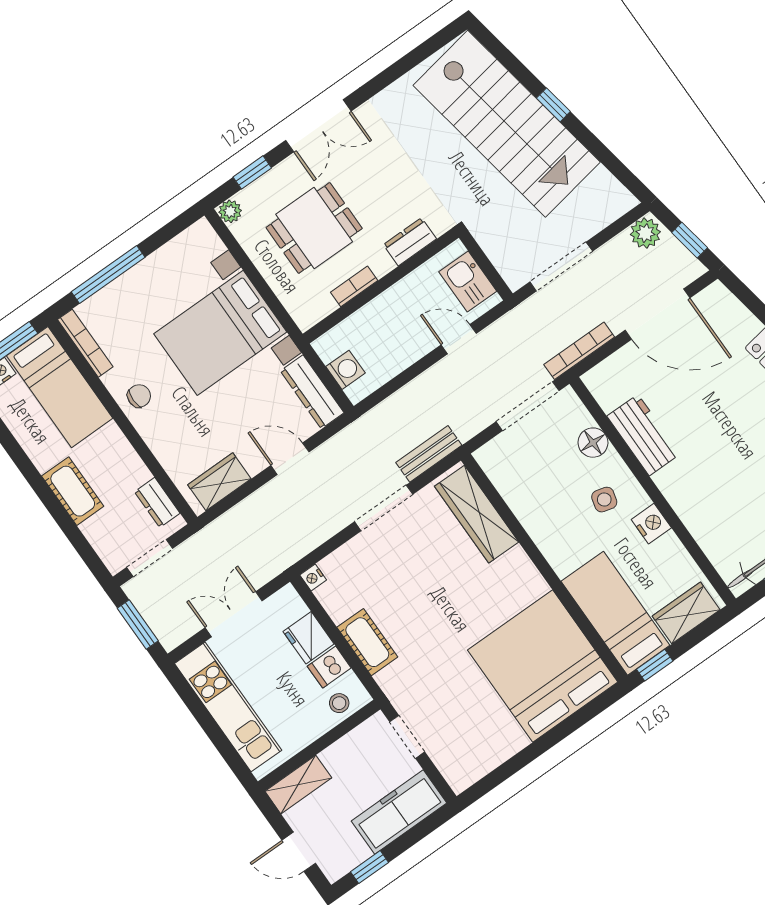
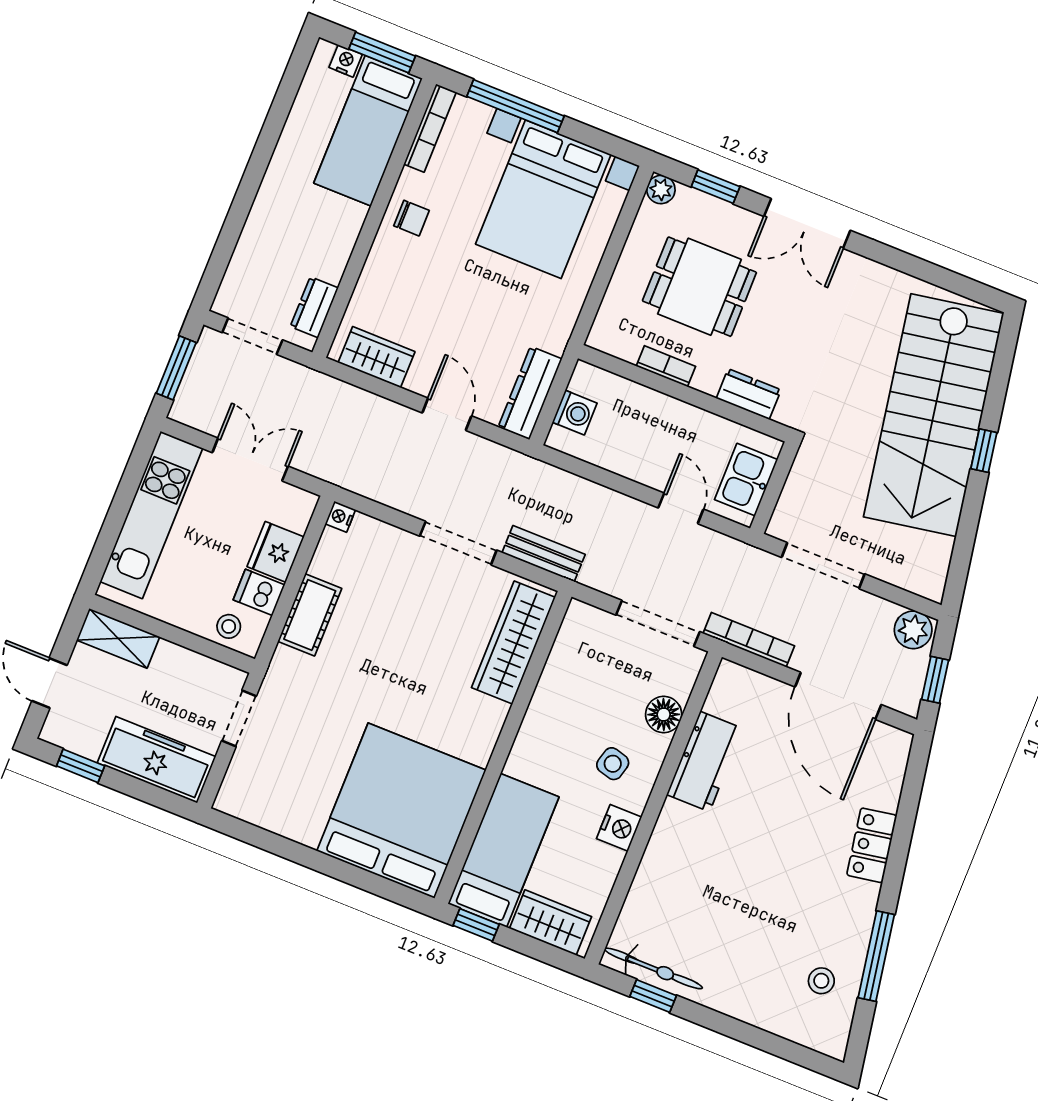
bed with nightstands: (220, 333) -> (543, 199), moved, turned -90
cot: (73, 491) -> (270, 213), removed

